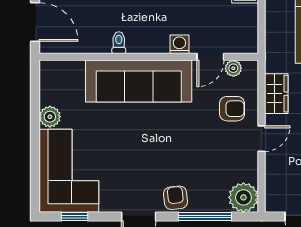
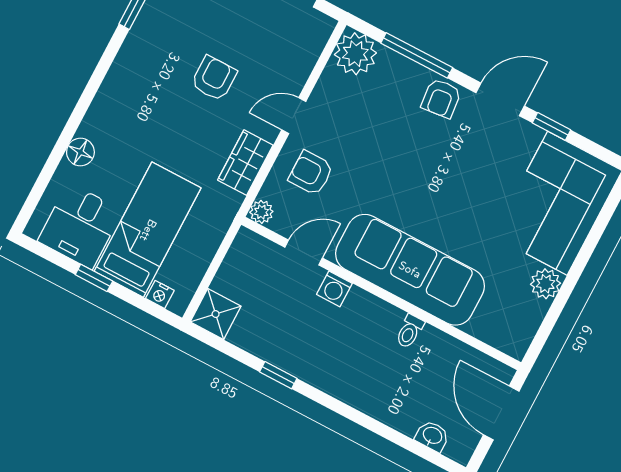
plant: (233, 68) -> (261, 212), moved
window: (75, 216) -> (552, 126), moved

